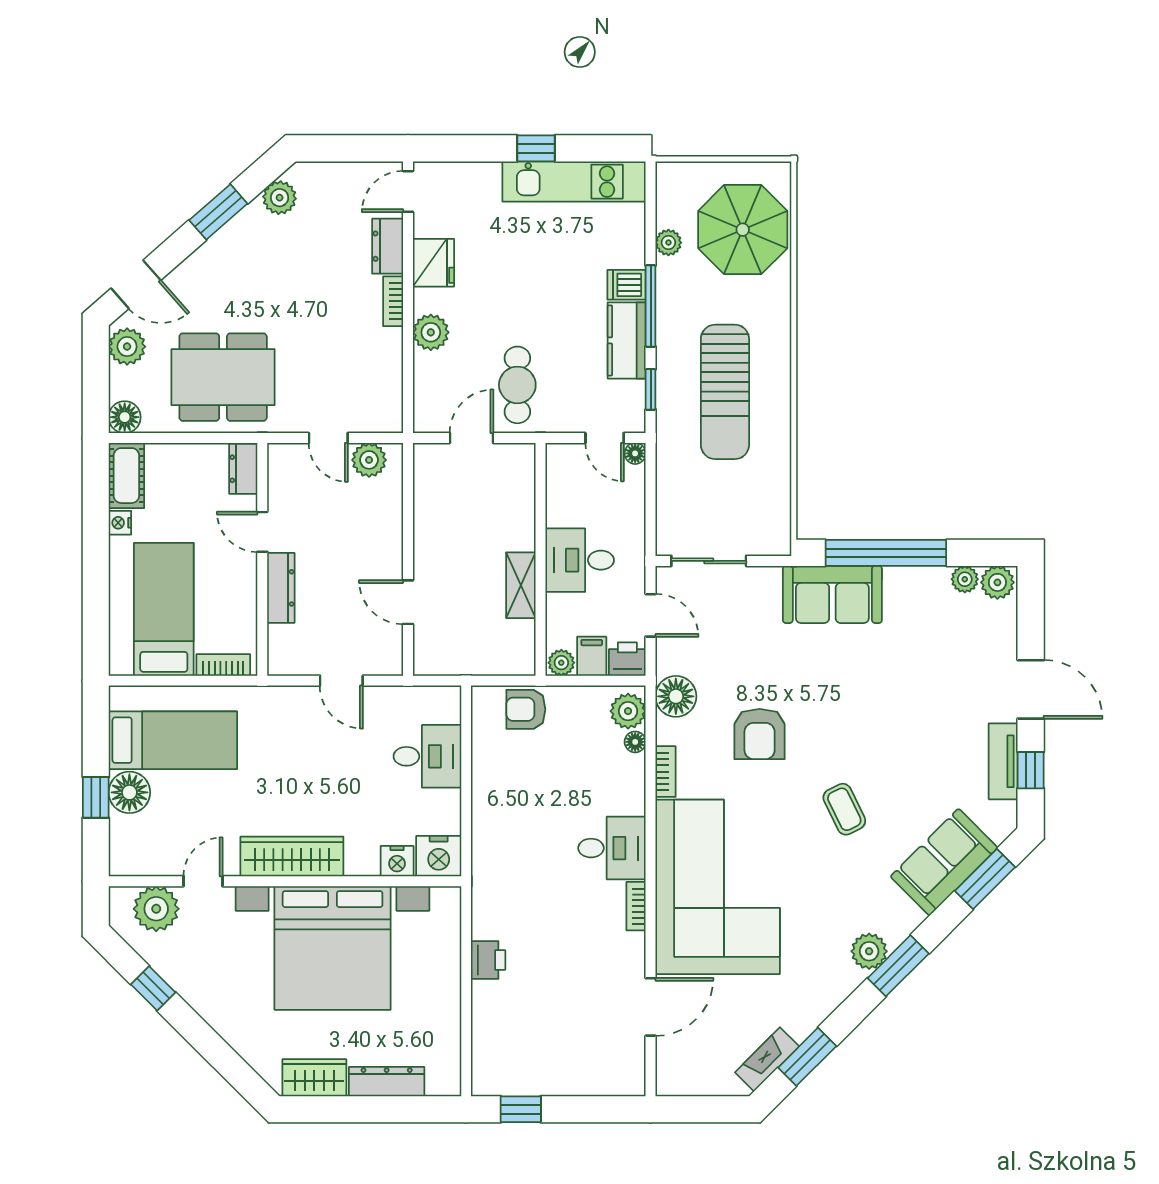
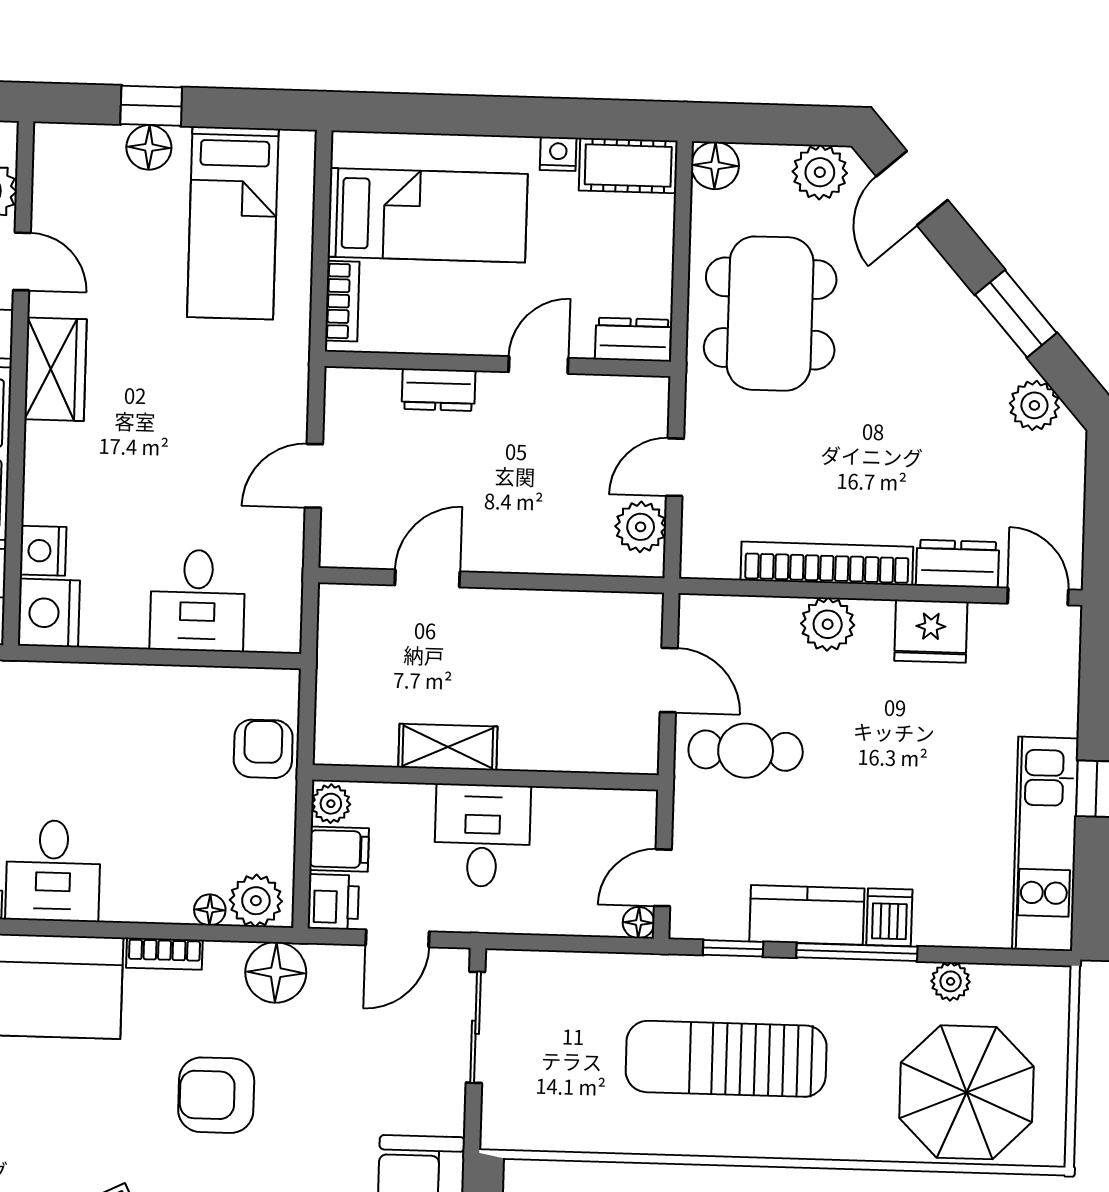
bookcase: (393, 301) -> (827, 563), width x2.31, depth x1.31
dresser: (281, 588) -> (438, 390), width x0.70
floor lamp: (129, 792) -> (149, 147), width x0.73, depth x0.73
wardrobe: (292, 856) -> (55, 369), width x0.67

